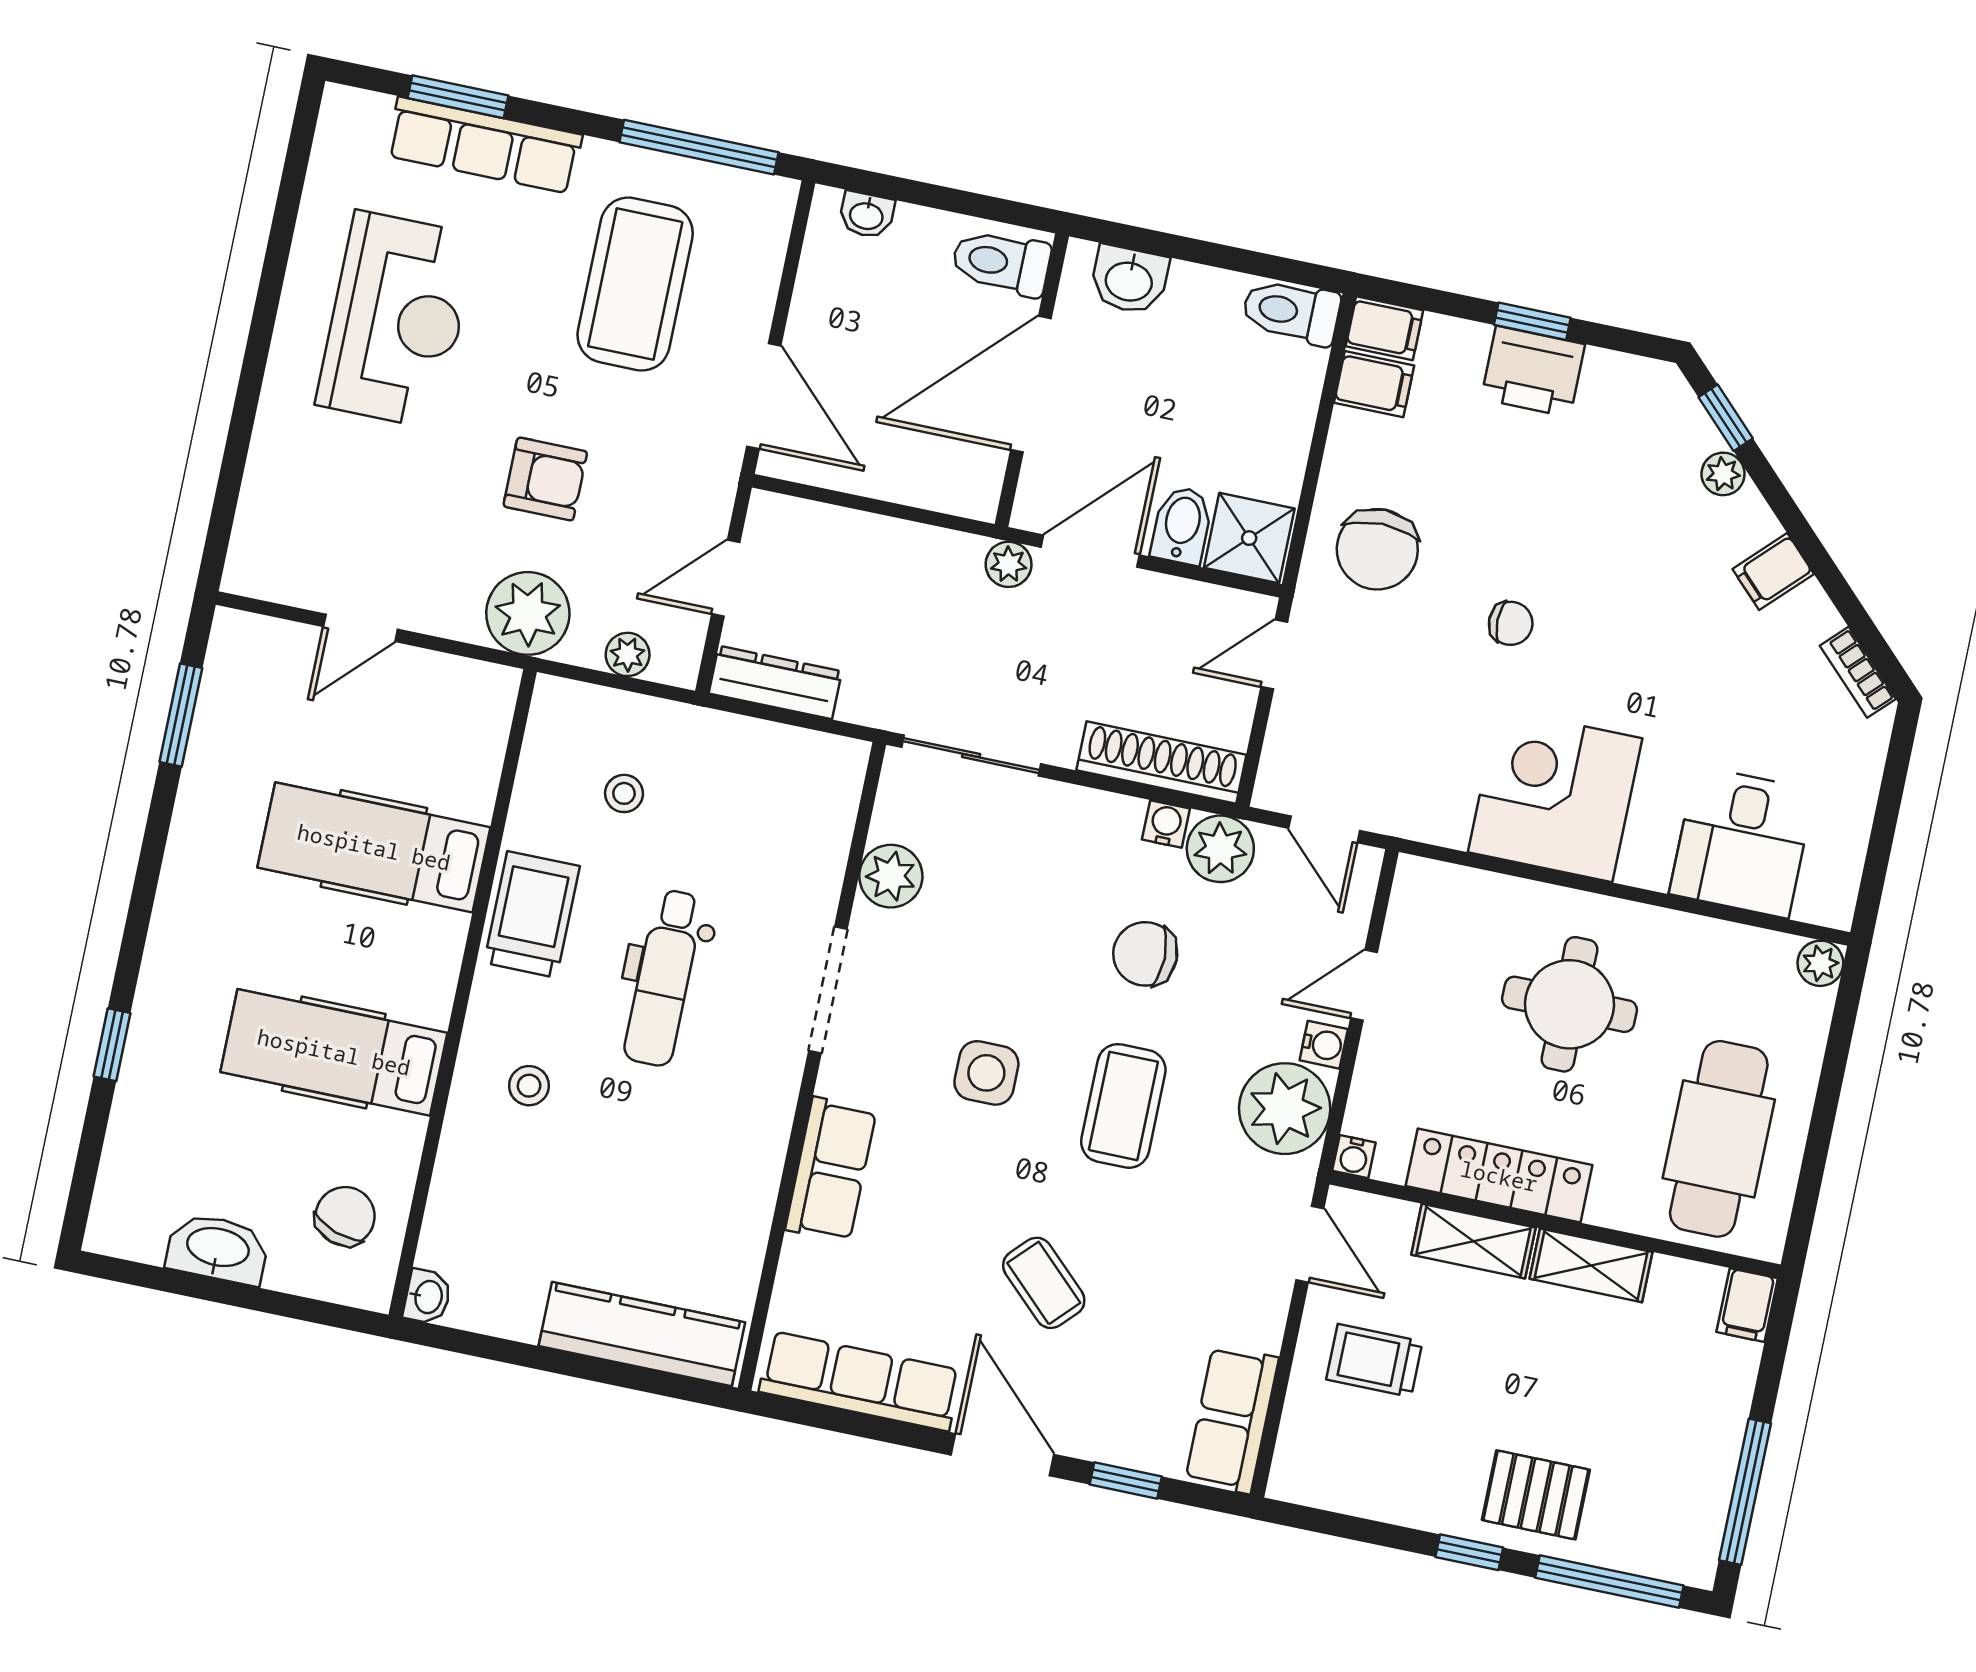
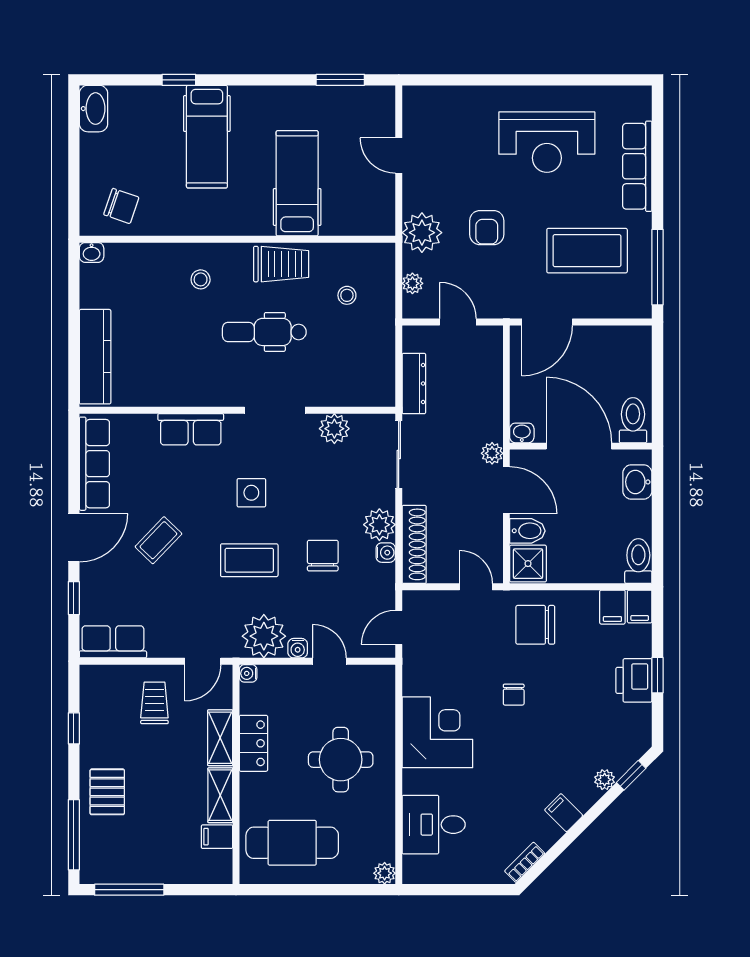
window: (458, 97) -> (657, 149), removed
washbasin: (867, 215) -> (522, 433), moved, turned 90
dresser: (775, 682) -> (414, 384), moved
plant: (1220, 849) -> (379, 525), moved
hospital bed: (334, 1052) -> (207, 137), moved, turned 180
locker: (1499, 1176) -> (253, 743), width x0.66
washbasin: (218, 1249) -> (94, 109), moved
filing cabinet: (1747, 1305) -> (217, 837), moved
window: (1469, 1552) -> (74, 728), moved

